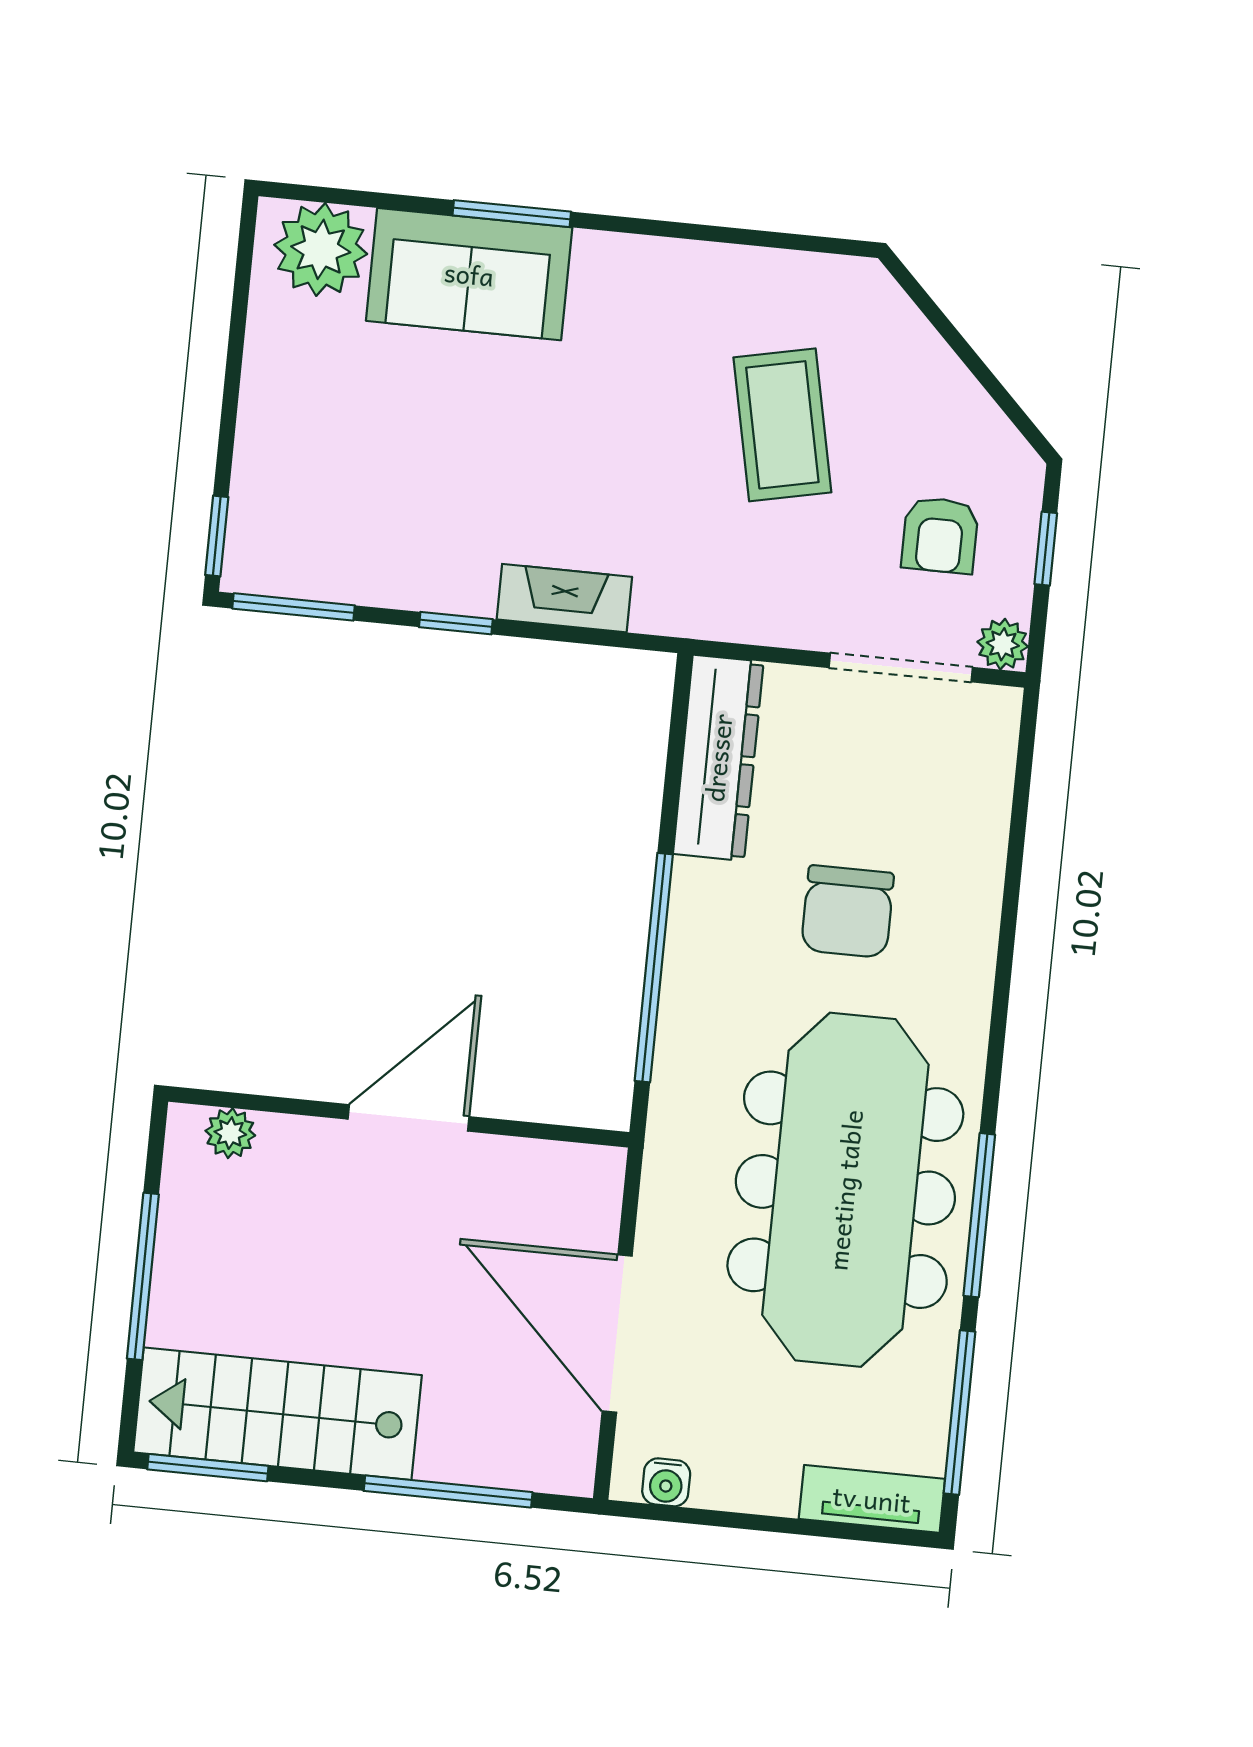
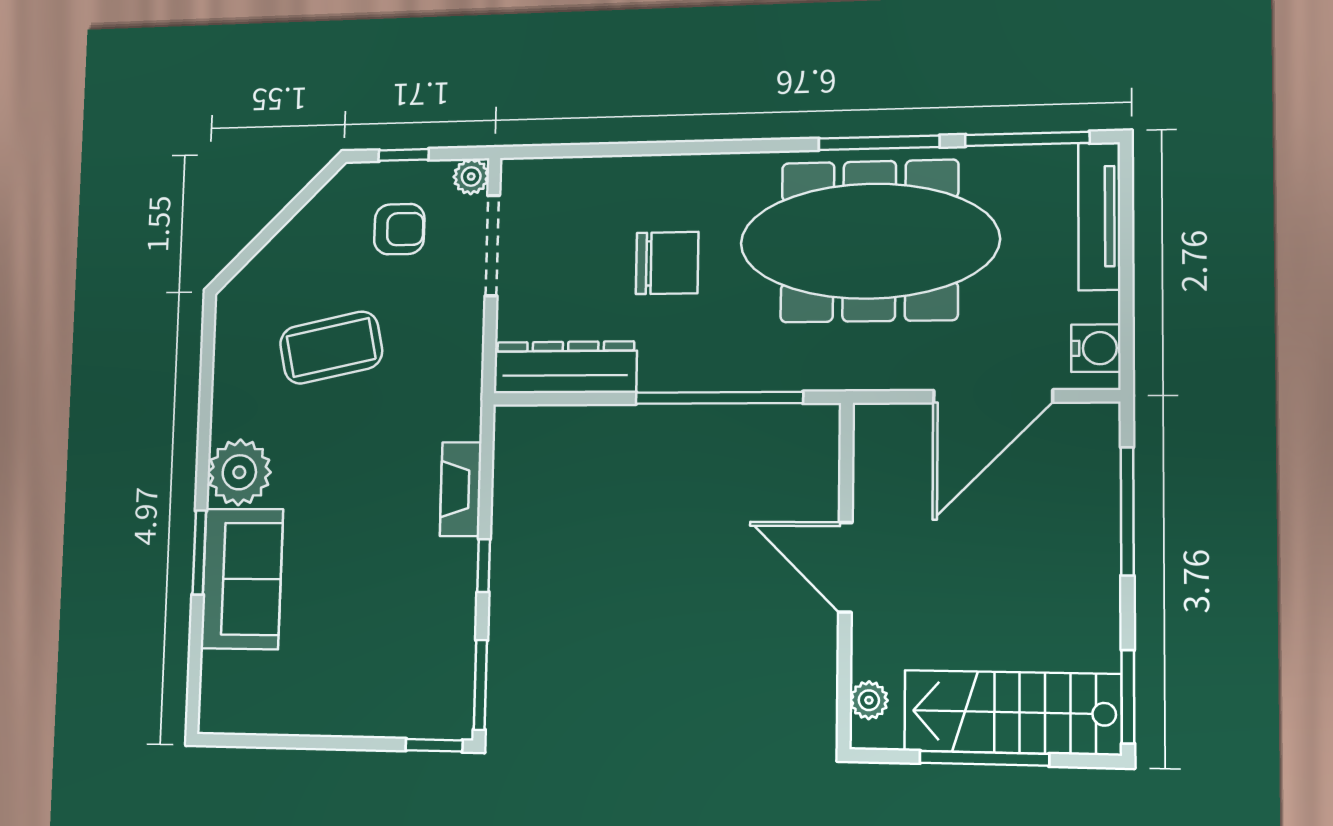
plant: (321, 249) -> (239, 472), moved
stairs: (277, 1414) -> (1012, 712), moved, turned 90
water cooler: (666, 1482) -> (1096, 348), width x1.38, depth x1.38
tv unit: (872, 1499) -> (1099, 216), width x1.41

